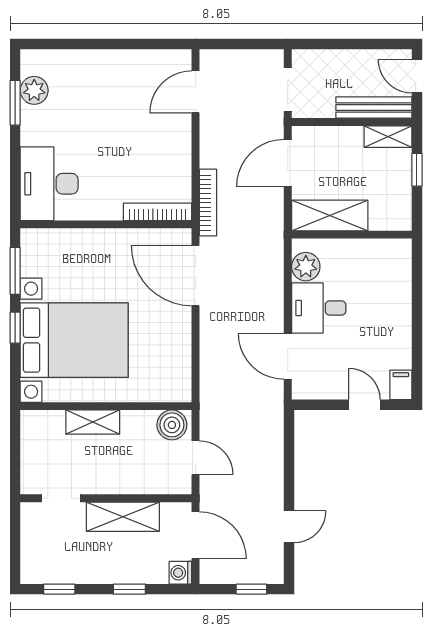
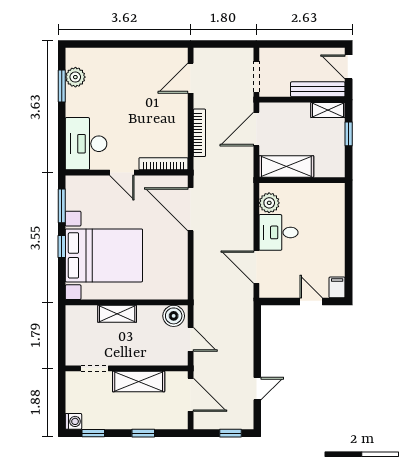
bookcase: (208, 203) -> (199, 133), moved
door: (99, 224) -> (122, 173), added
washing machine: (180, 573) -> (73, 421), moved, turned 180

